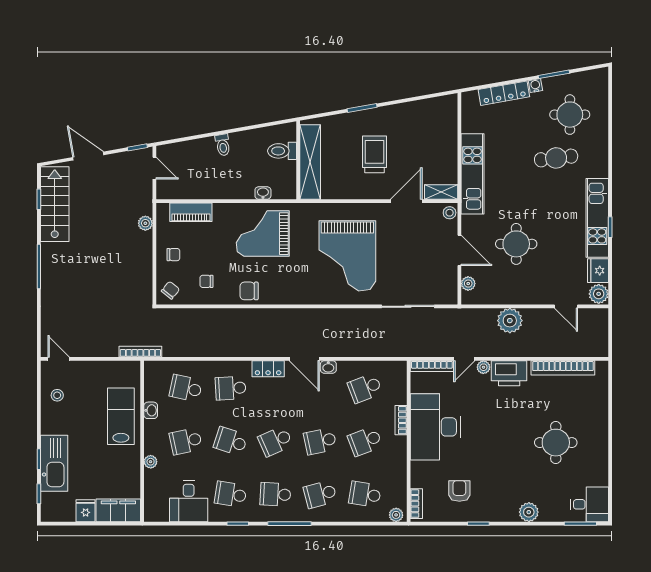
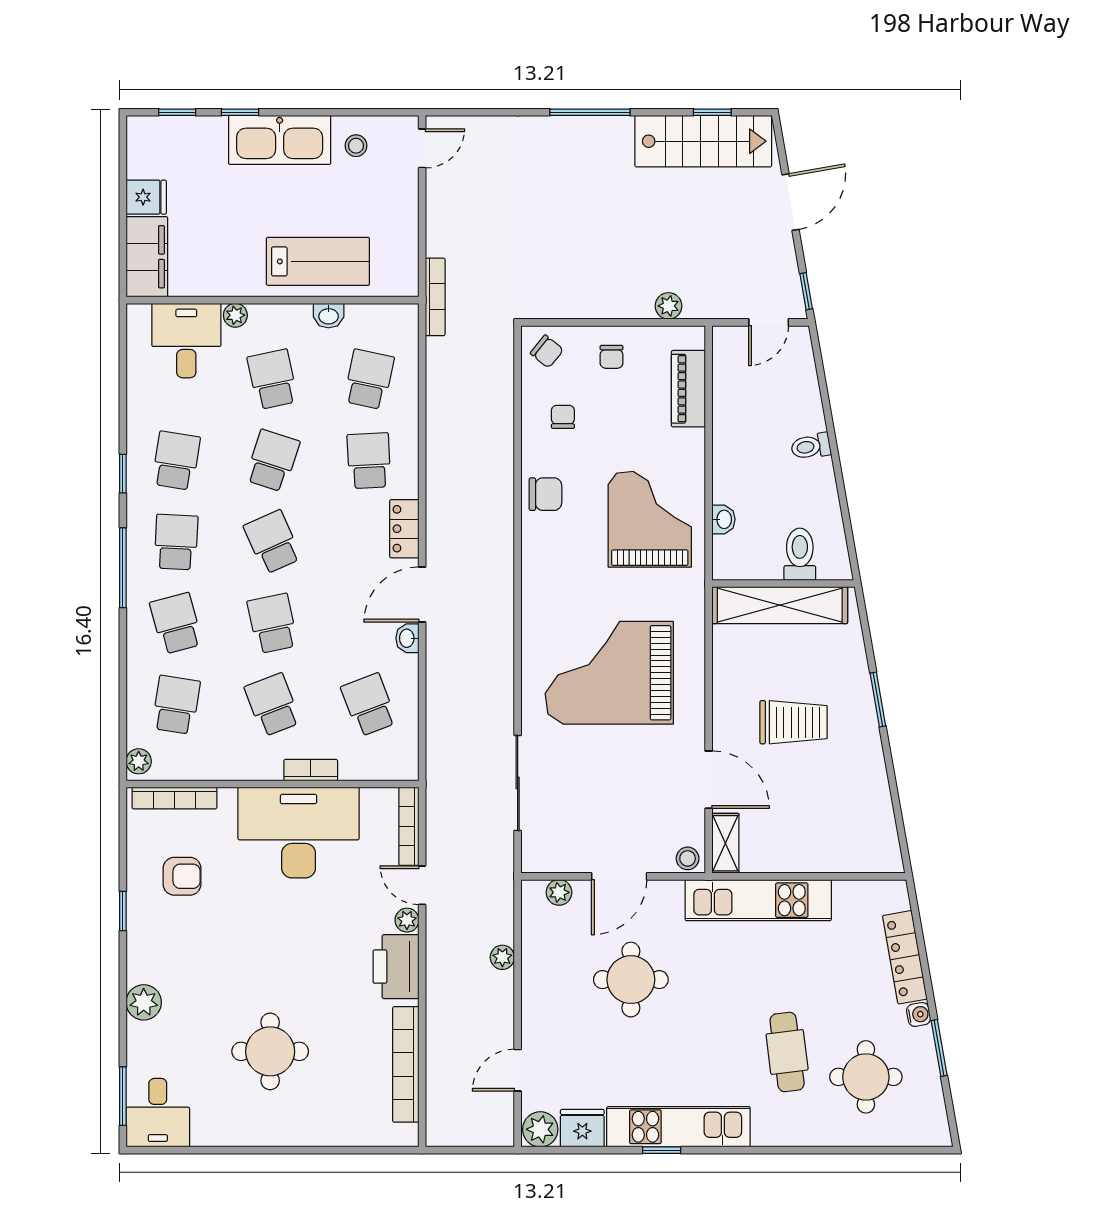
chair: (249, 291) -> (545, 494), turned 90
plant: (510, 321) -> (502, 957), width x0.53, depth x0.53
kitchen sink: (54, 463) -> (280, 140), moved
desk: (189, 501) -> (186, 341), moved, turned 90
bookcase: (416, 504) -> (174, 798), width x1.56

